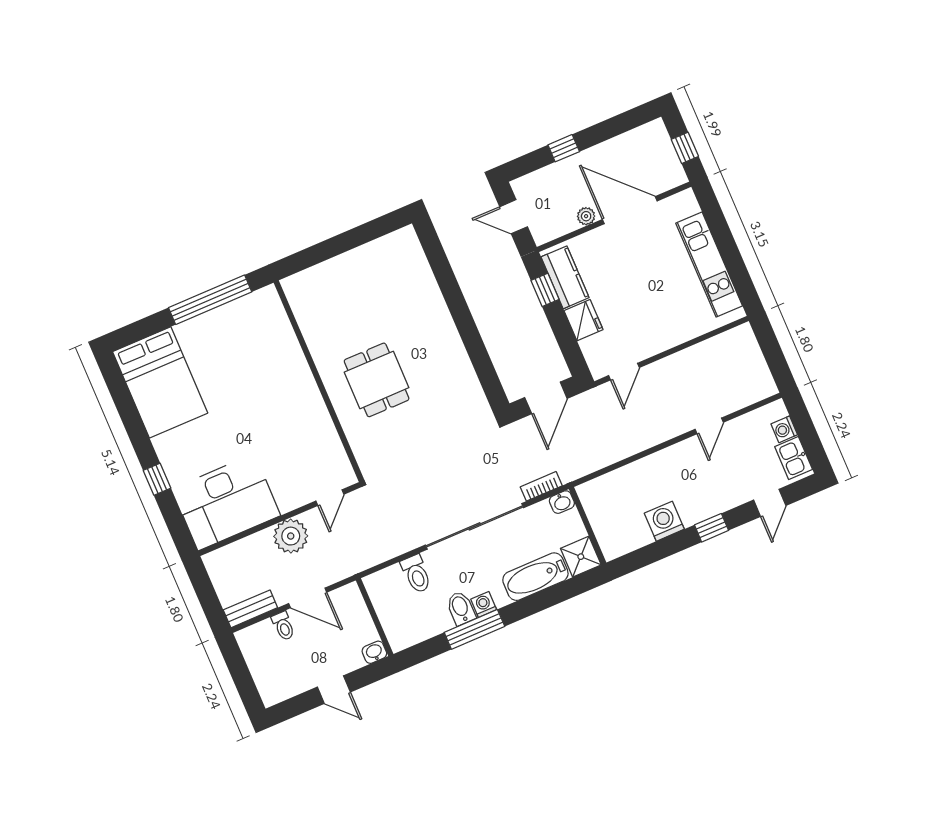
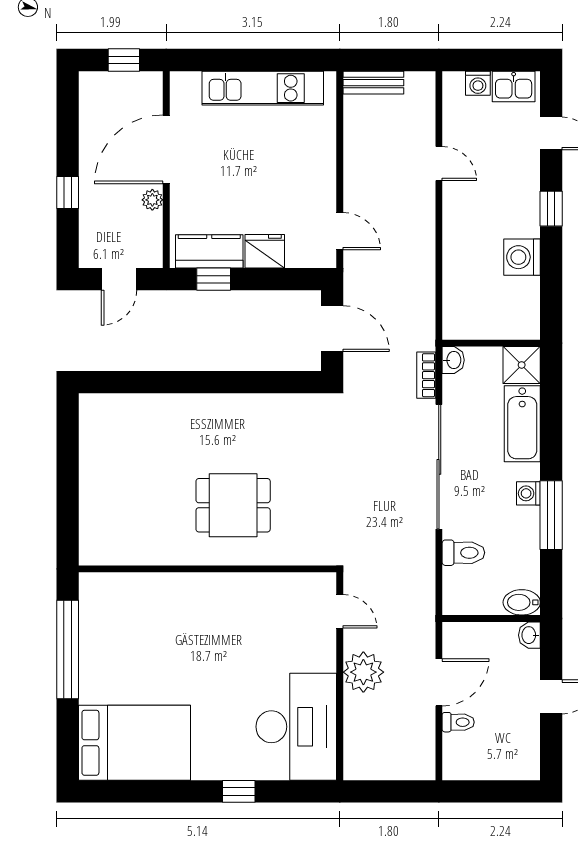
bidet: (461, 608) -> (522, 602), moved
bench: (250, 609) -> (373, 83), moved, turned 90

